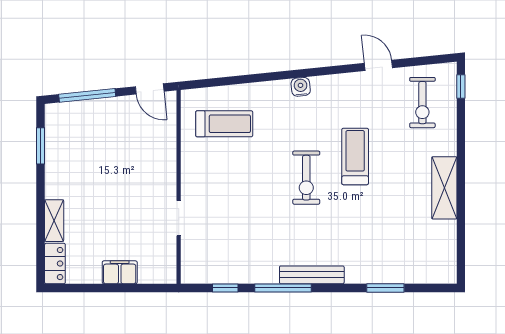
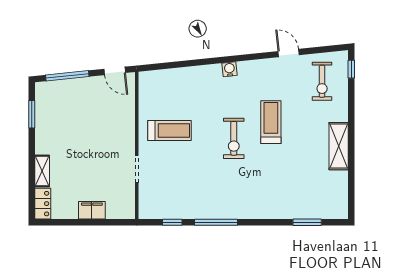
treadmill: (224, 124) -> (170, 131), moved
bench: (312, 275) -> (238, 212), removed
window: (385, 288) -> (307, 222), moved

